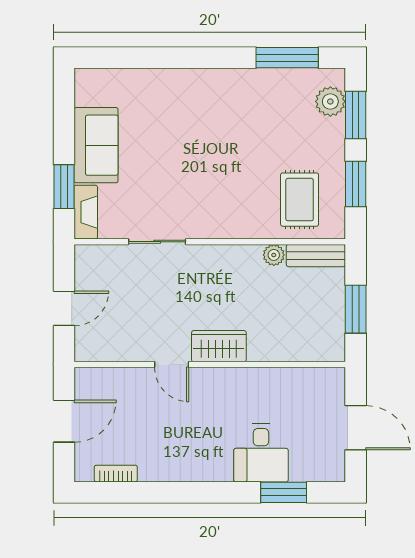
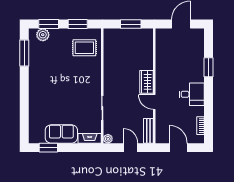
window: (64, 187) -> (48, 148), moved
plant: (274, 255) -> (108, 139), moved
bench: (316, 256) -> (148, 131), moved
door: (172, 364) -> (154, 102), swing flipped
desk: (261, 453) -> (192, 94), moved
window: (284, 492) -> (208, 67), moved

